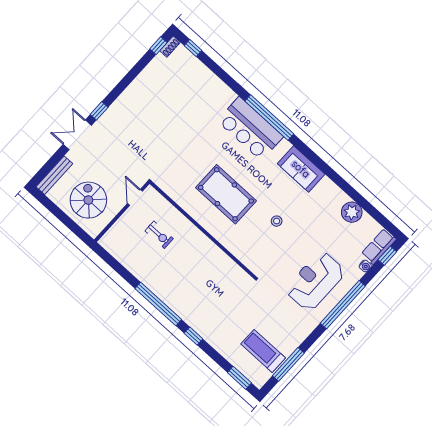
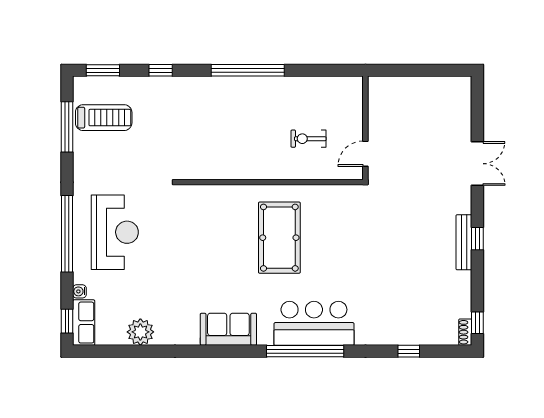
window: (193, 48) -> (409, 351), moved
window: (99, 111) -> (477, 239), moved
bench: (54, 175) -> (464, 242), moved
pool table: (226, 194) -> (279, 238), turned 90
door: (135, 197) -> (365, 154), swing flipped
spiral stairs: (88, 200) -> (409, 110), removed
stool: (277, 221) -> (206, 257), removed
window: (193, 336) -> (161, 70), moved

